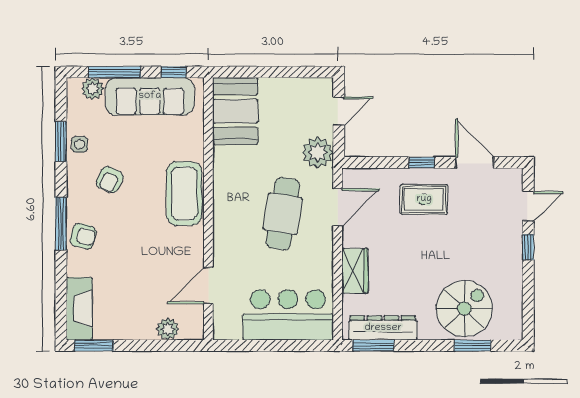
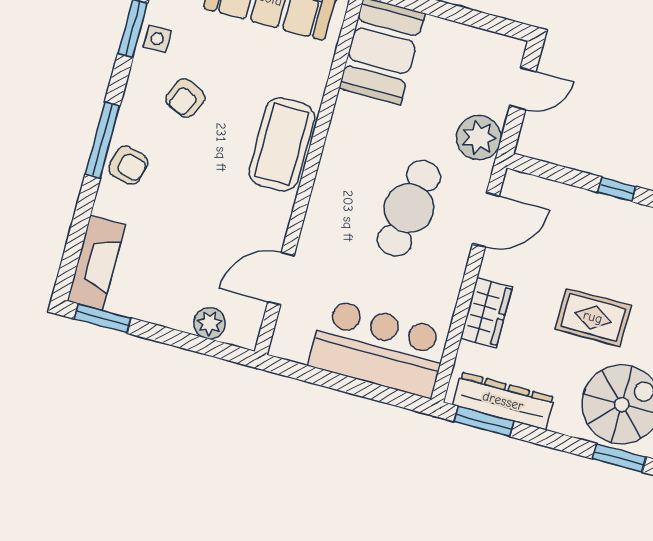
rug: (424, 199) -> (593, 317), moved

